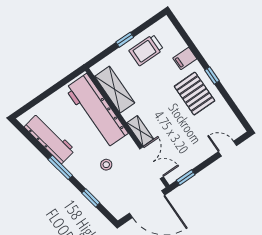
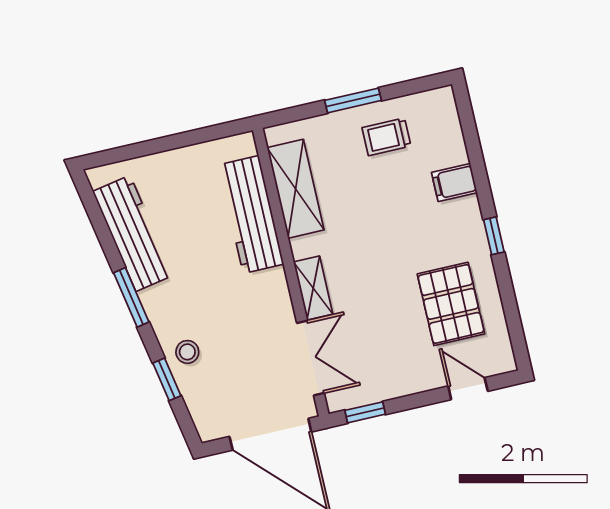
window: (125, 40) -> (353, 100), width x1.50
trolley: (146, 50) -> (386, 137), width x0.73, depth x0.72
pallet: (194, 94) -> (451, 304), moved
workbench: (97, 111) -> (251, 214), width x0.73, depth x0.76
stool: (106, 165) -> (187, 352), moved

